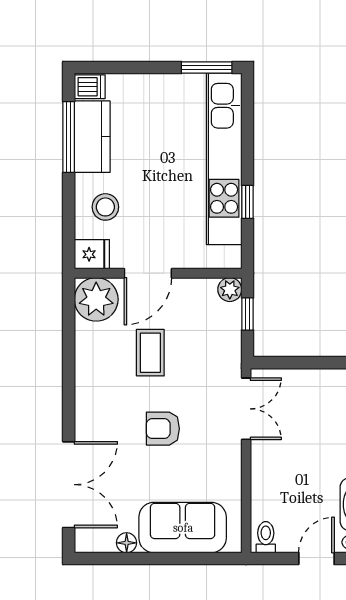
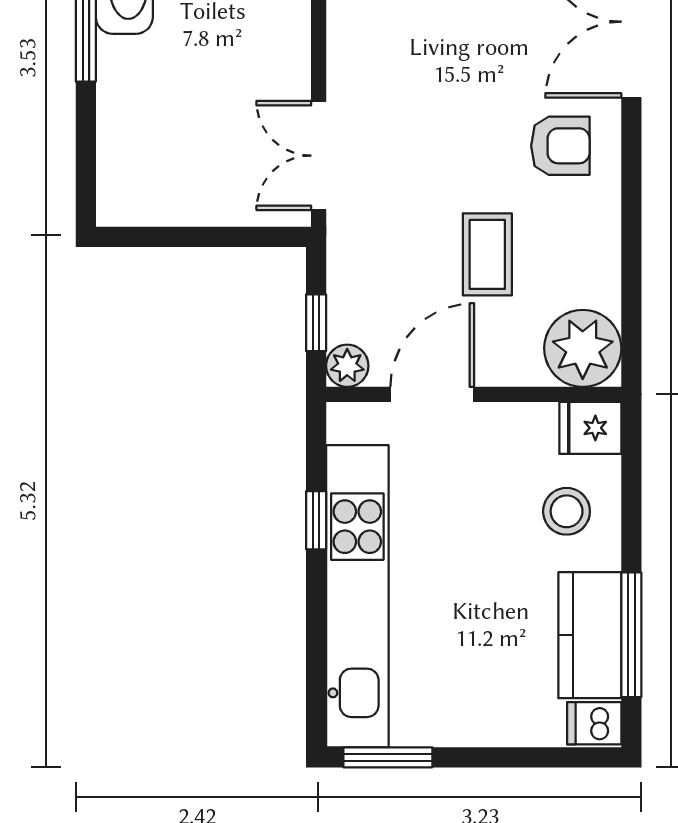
door: (148, 273) -> (432, 394), moved
armchair: (163, 429) -> (560, 146), moved

